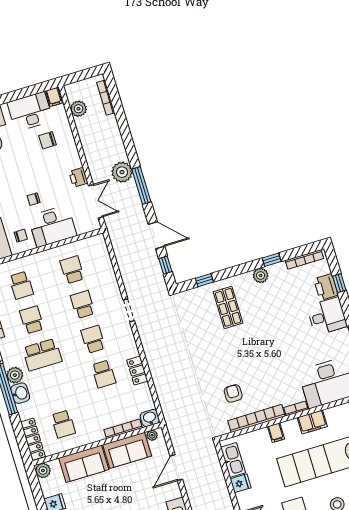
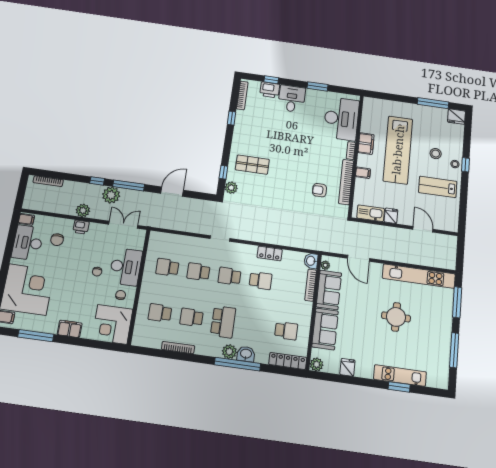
plant: (79, 109) -> (83, 210), moved
printer: (78, 177) -> (81, 227), moved
window: (165, 265) -> (97, 181), moved
plant: (261, 275) -> (231, 188), moved
school desk: (21, 285) -> (160, 313), turned 180

